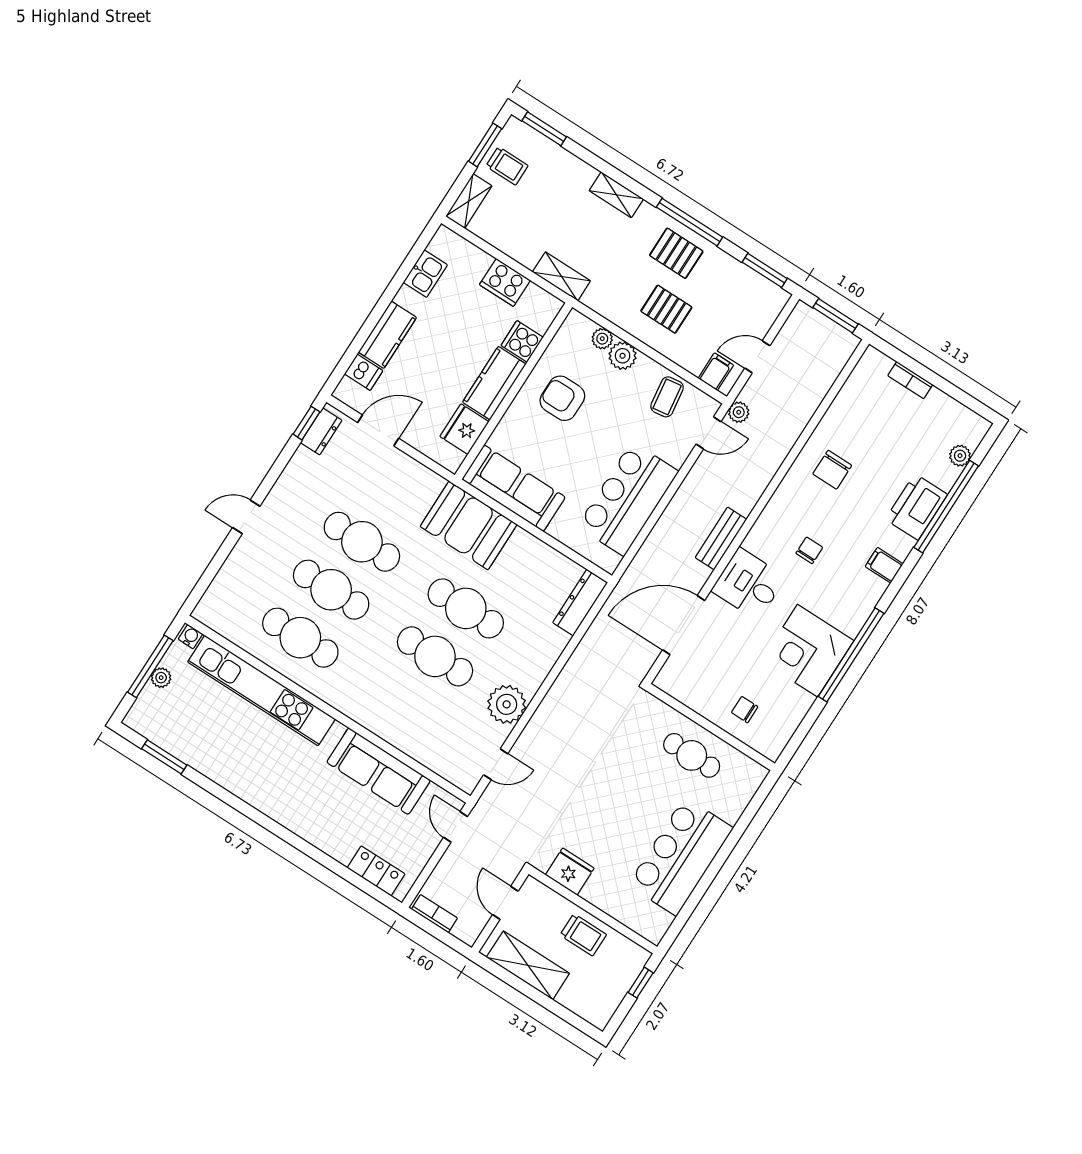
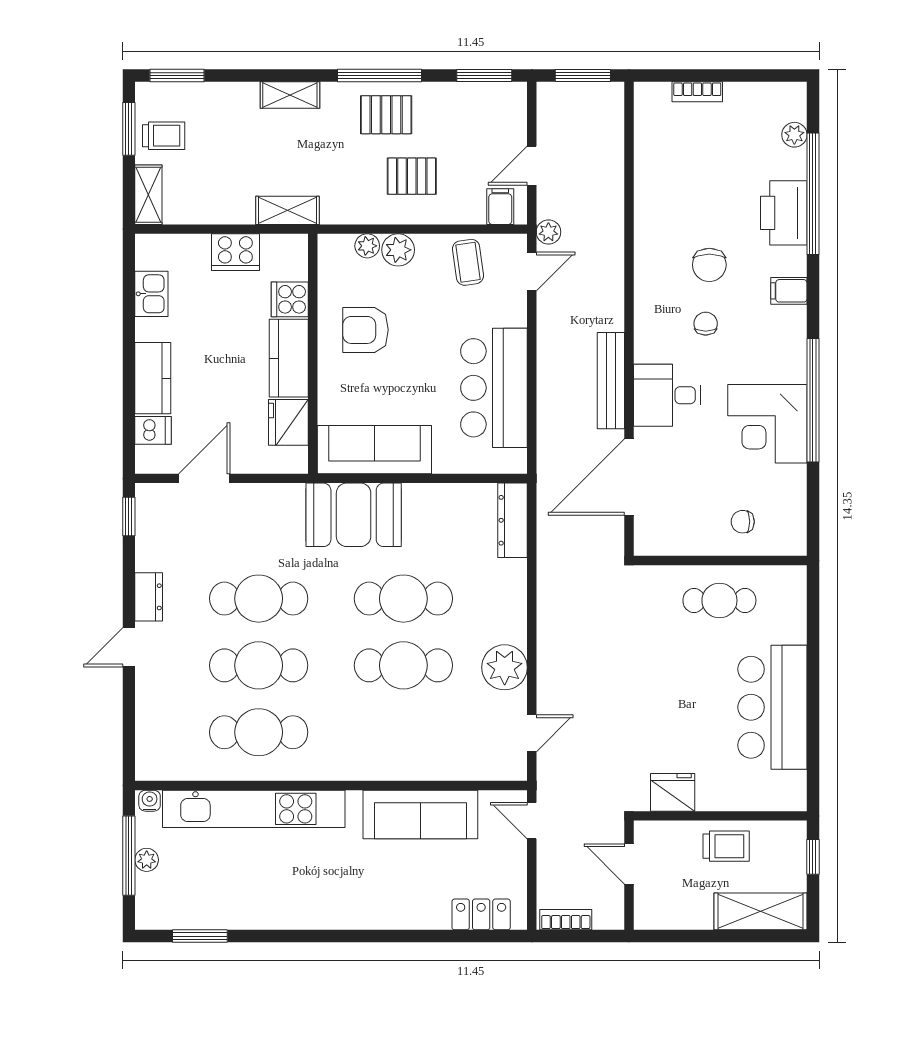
dresser: (321, 431) -> (149, 597), moved
chair: (832, 470) -> (709, 265), moved
bench: (721, 538) -> (611, 381), width x1.36
shelving: (528, 965) -> (761, 911), moved

